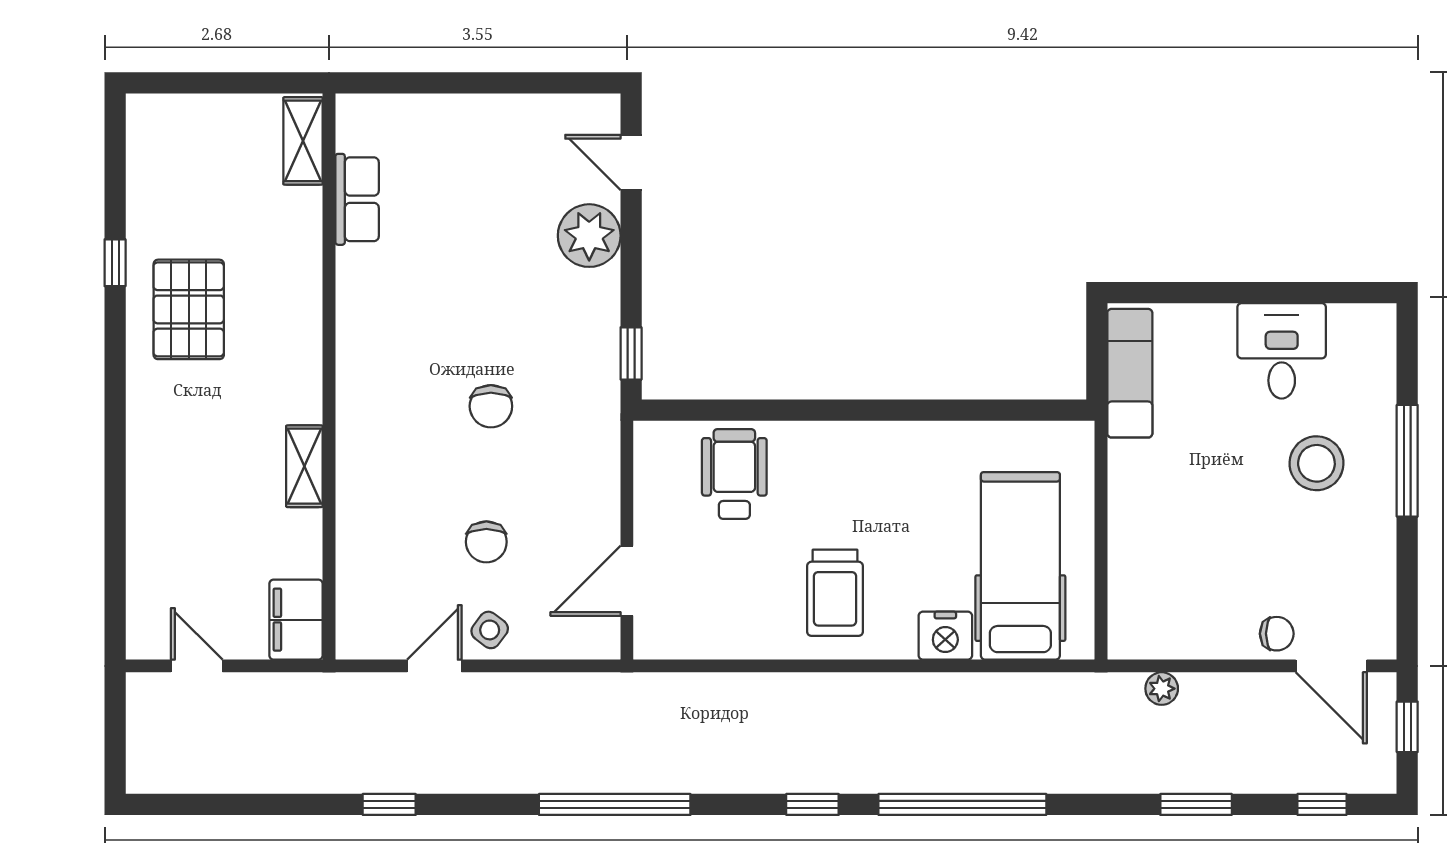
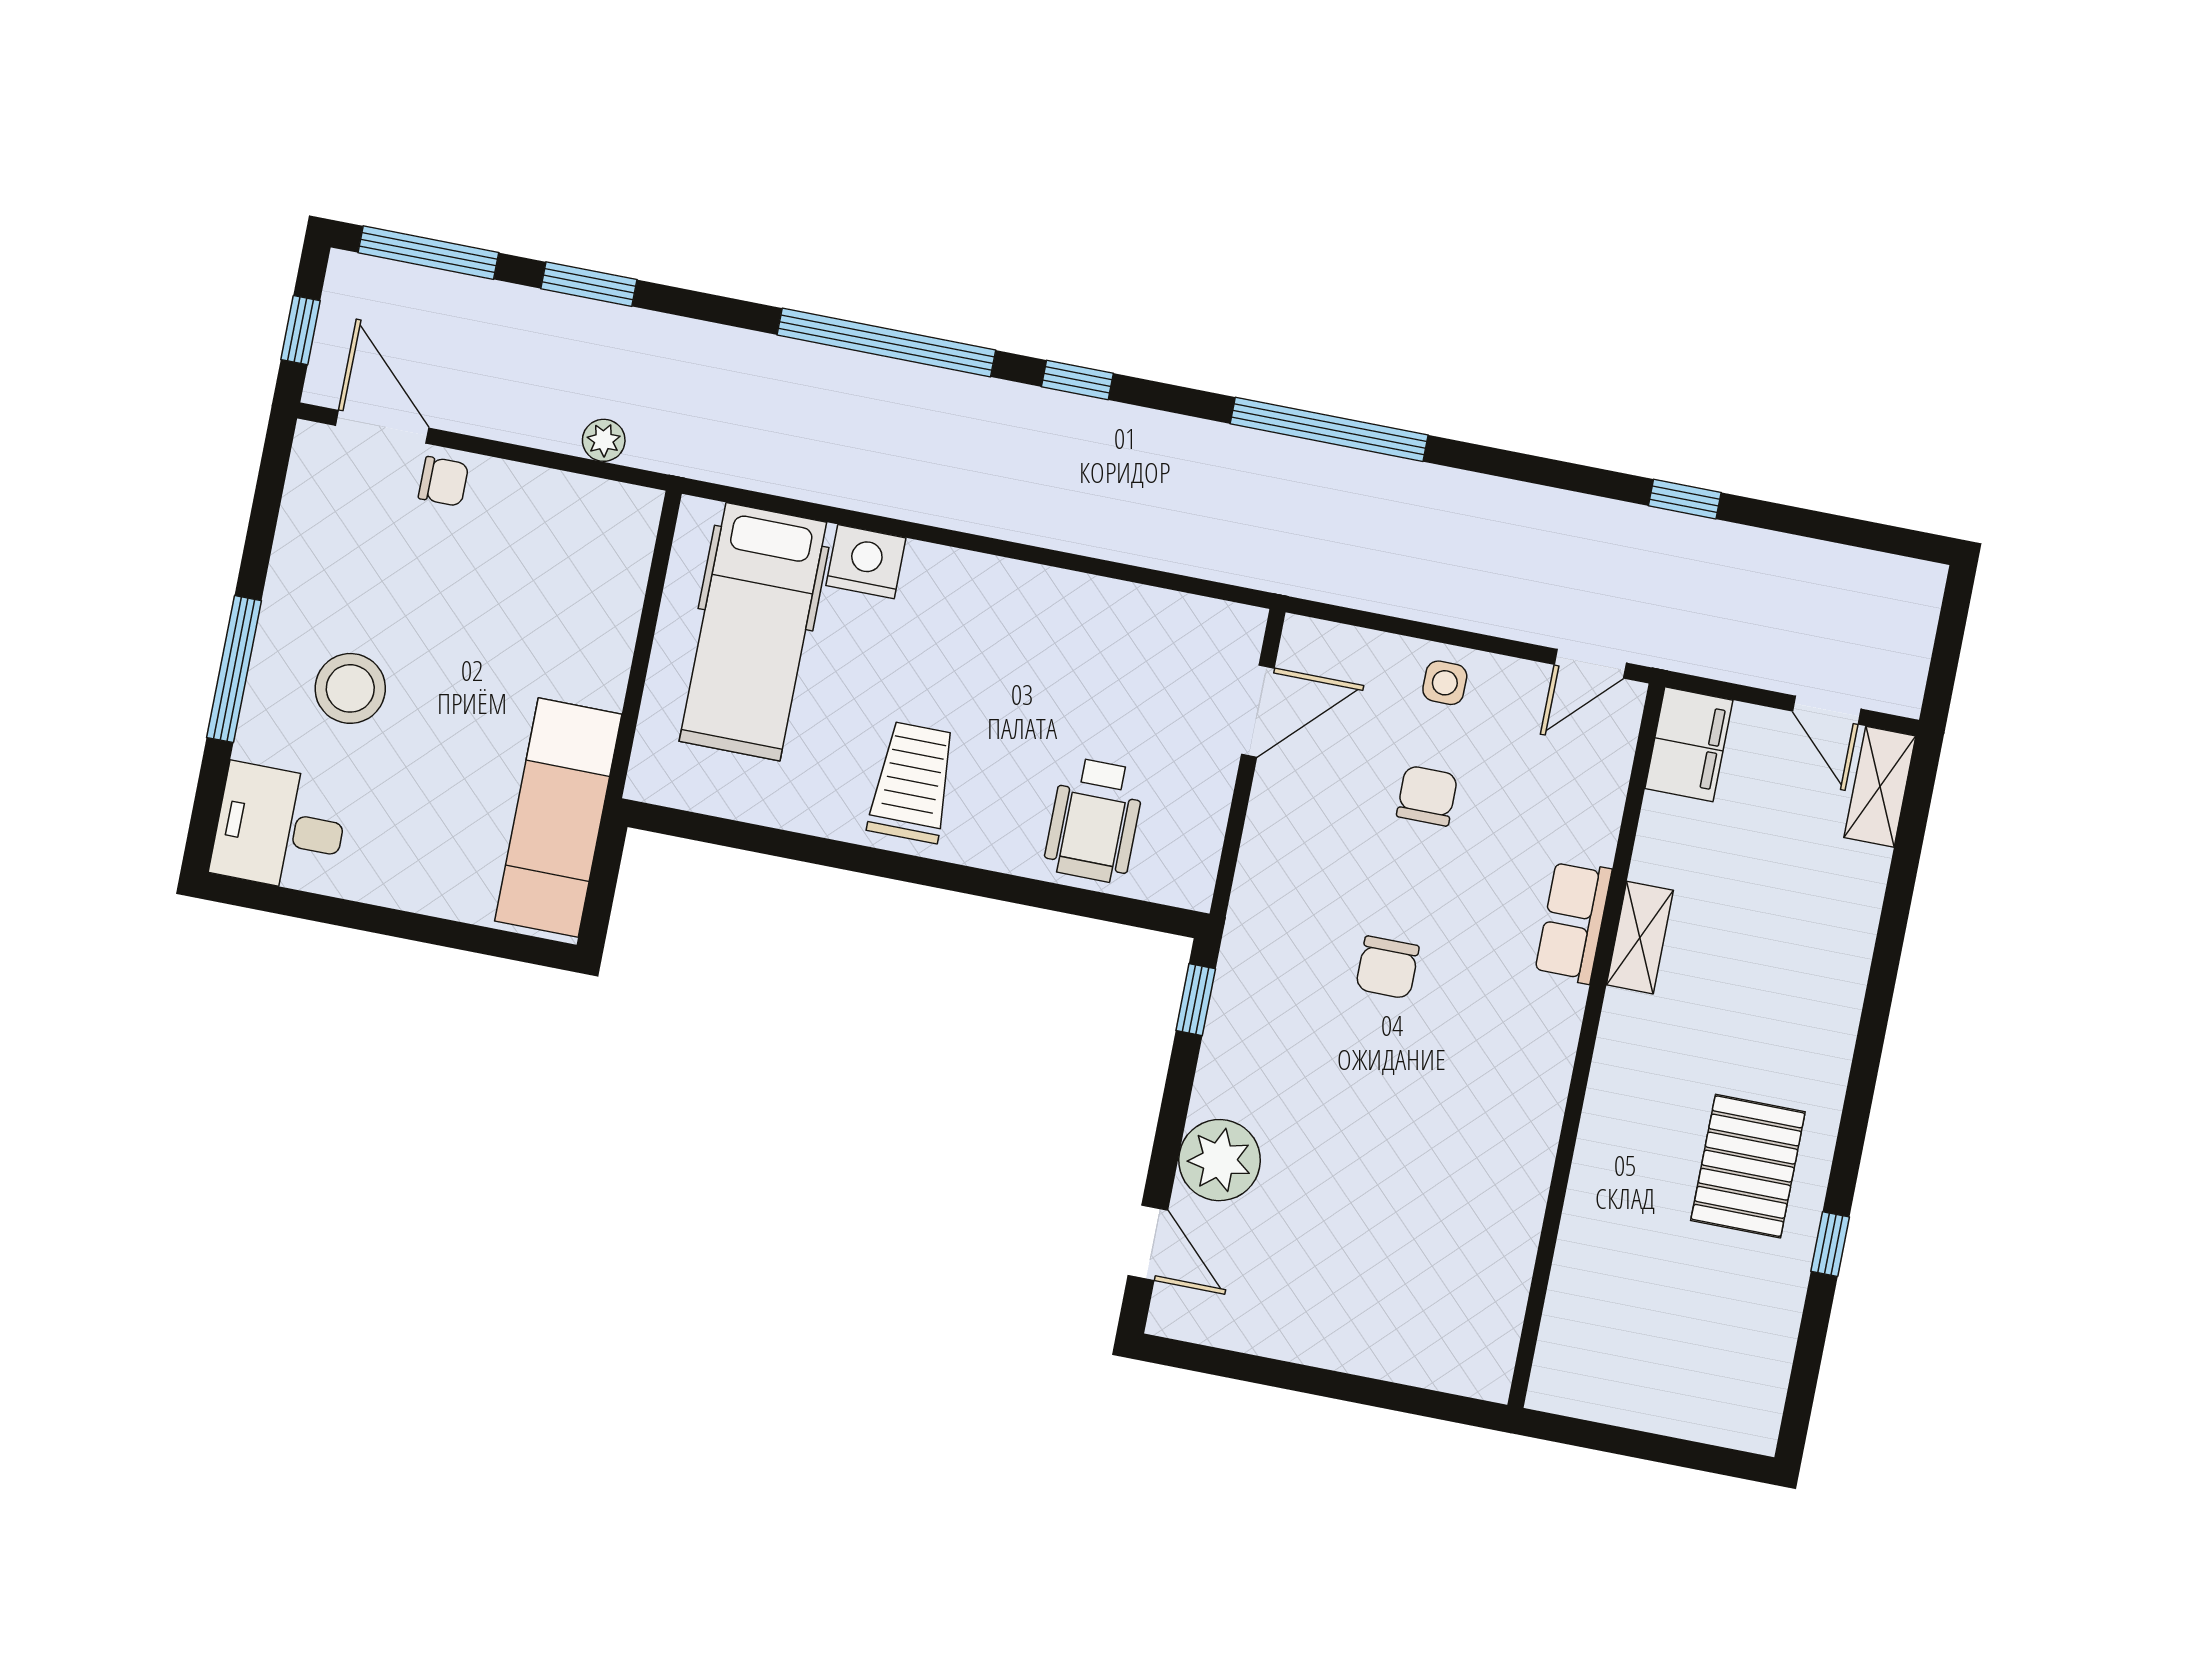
shelving: (303, 141) -> (1880, 787), moved
row of seats: (357, 199) -> (1573, 922), moved
desk: (1282, 351) -> (280, 828), moved, turned 90
exam couch: (1130, 373) -> (558, 818), width x1.36, depth x1.45
chair: (491, 406) -> (1387, 967), turned 180
trolley: (835, 593) -> (912, 782), moved
side table: (490, 630) -> (1445, 683), turned -37
chair: (1277, 634) -> (443, 481), turned 180
door: (434, 666) -> (1590, 664), moved
window: (389, 804) -> (1685, 499), moved
window: (1322, 804) -> (428, 253), width x2.17

